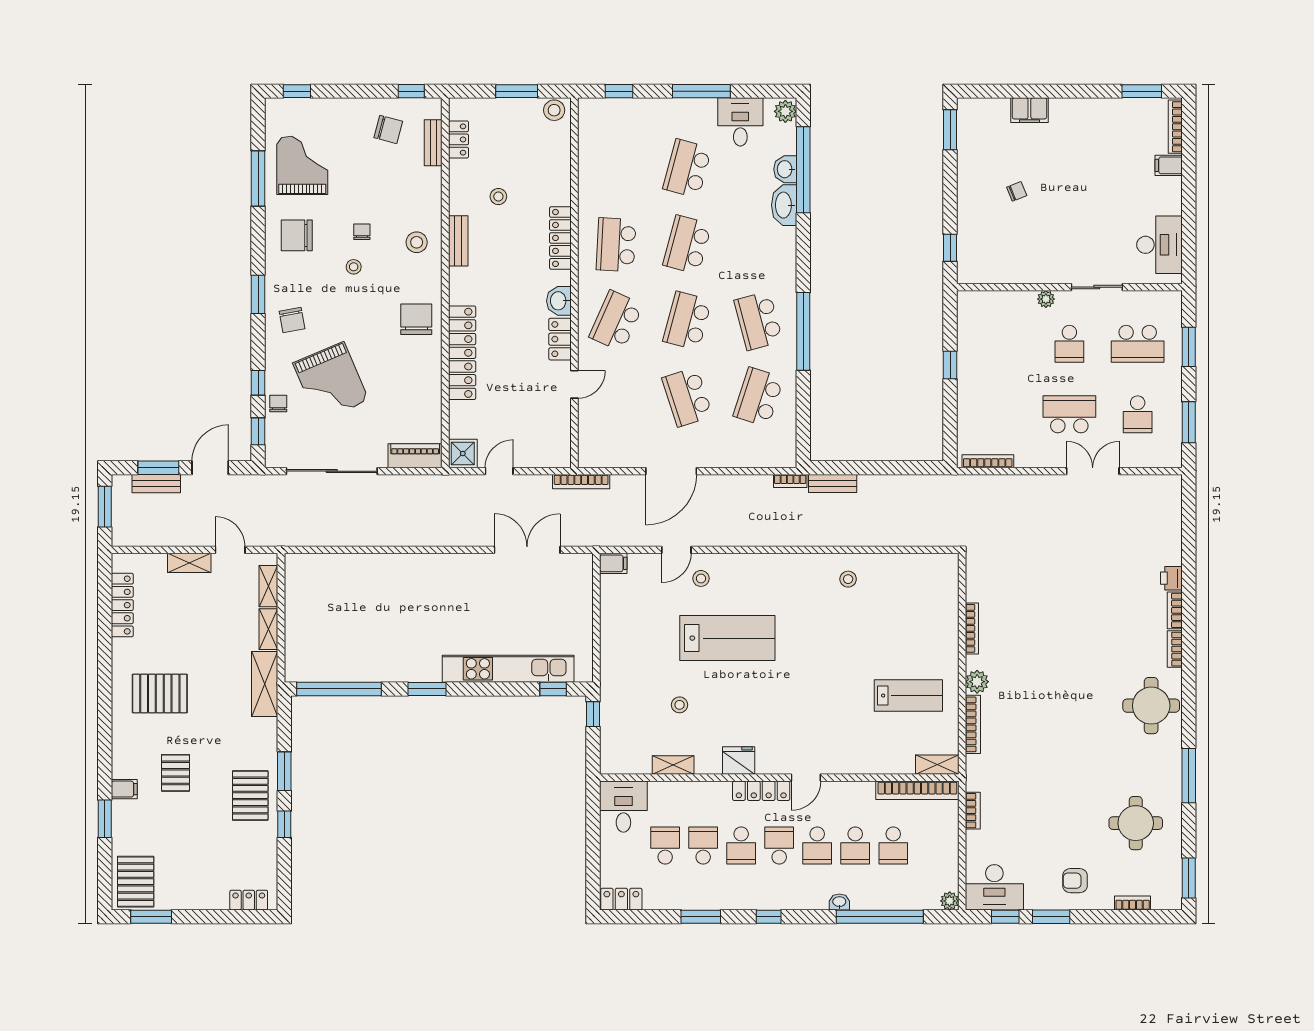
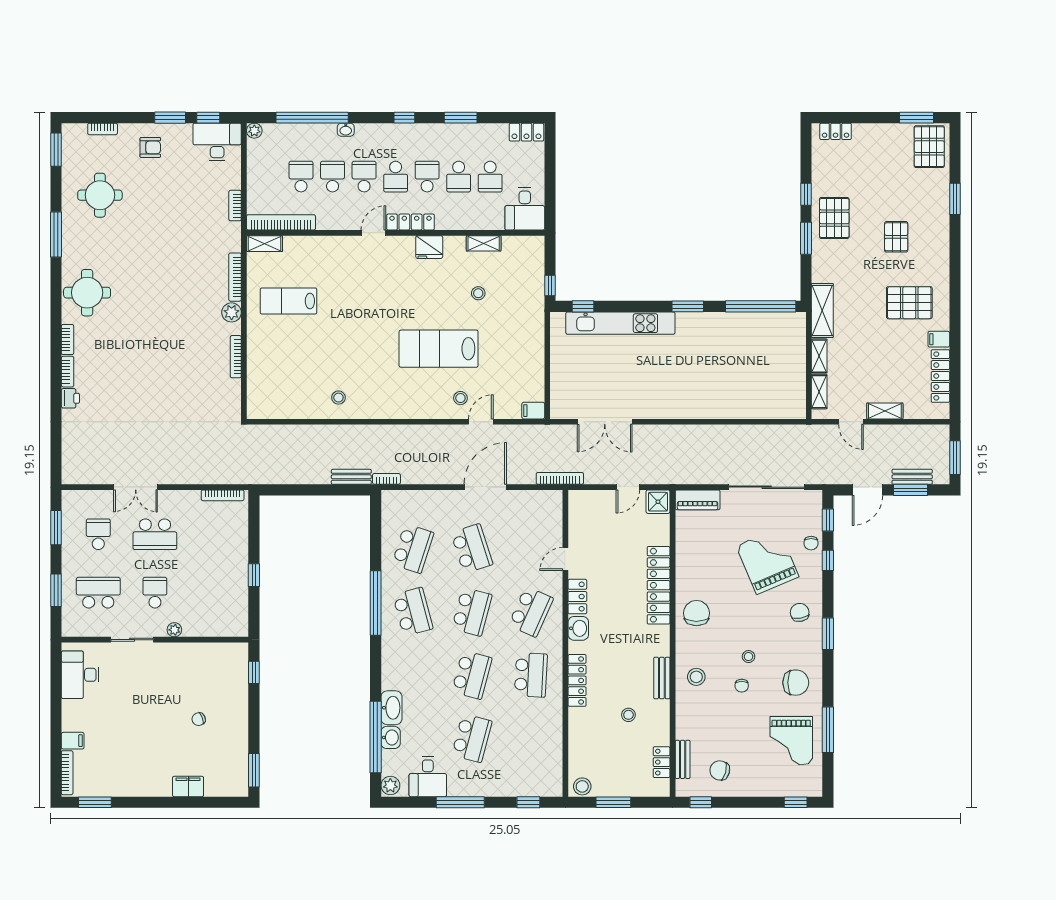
chair: (416, 319) -> (696, 613), turned 180
filing cabinet: (124, 789) -> (939, 339), moved

